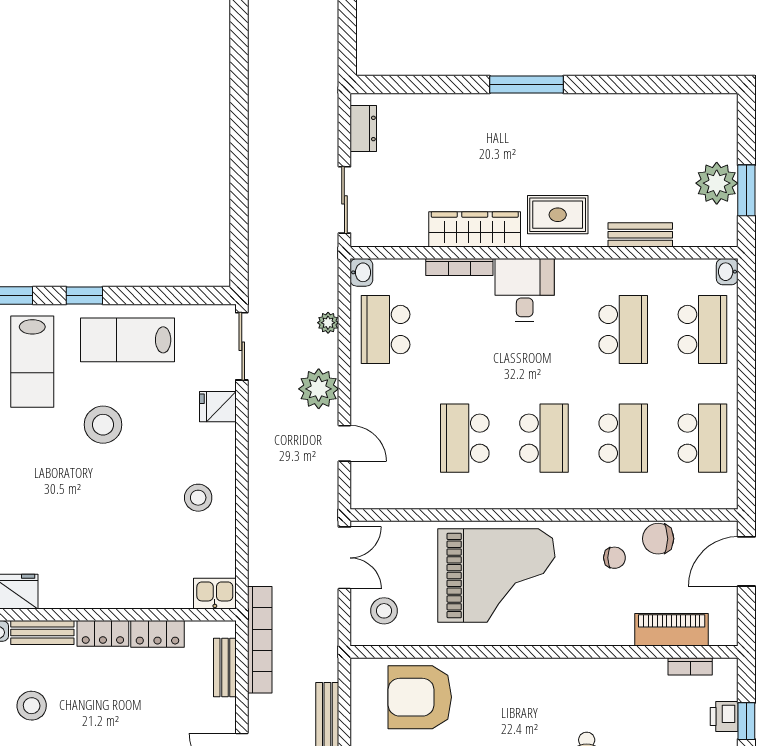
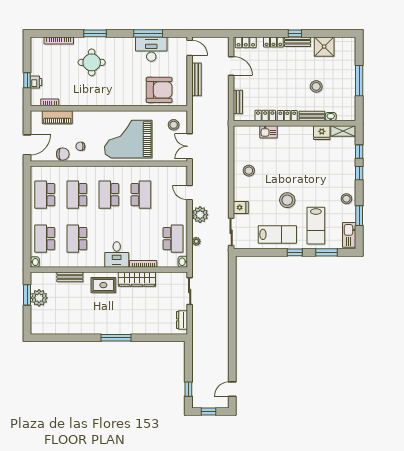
lab bench: (32, 362) -> (316, 226), turned 180
kitchen sink: (215, 594) -> (268, 132), moved
bookcase: (260, 640) -> (224, 113), removed

